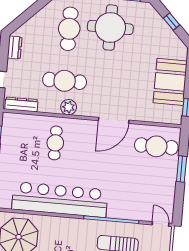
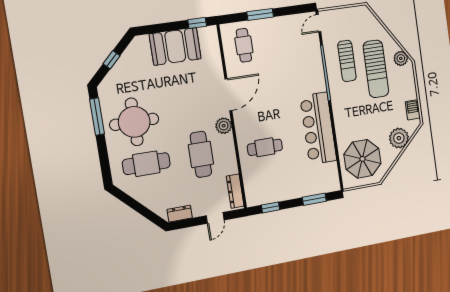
plant: (69, 107) -> (224, 126), moved
door: (114, 120) -> (228, 95), hinge flipped
cafe table: (156, 146) -> (244, 45), width x0.73, depth x0.74
bar counter: (60, 200) -> (318, 128), width x0.73

